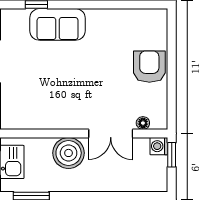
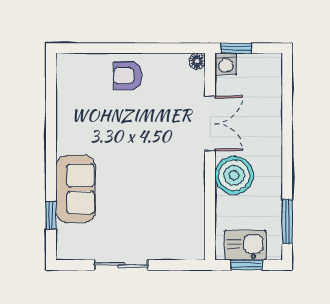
armchair: (149, 67) -> (128, 76), width x0.72, depth x0.72
floor lamp: (143, 123) -> (197, 61), moved

